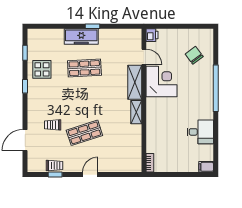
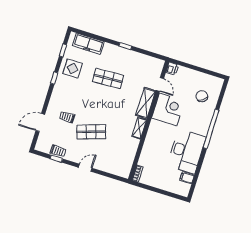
freezer: (81, 37) -> (88, 44), moved
desk: (200, 132) -> (187, 151), width x1.87, depth x1.30
filing cabinet: (206, 167) -> (187, 178), moved

